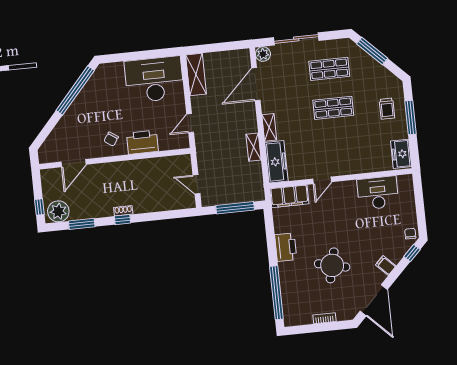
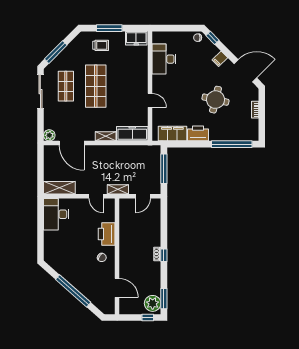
sliding door: (296, 39) -> (40, 92), moved
desk: (154, 79) -> (56, 214), width x0.73, depth x0.77
window: (75, 90) -> (73, 291), moved
shop shelf: (333, 108) -> (96, 86), width x1.43, depth x1.36
shelving: (254, 147) -> (118, 189), moved
filing cabinet: (289, 196) -> (172, 134), moved, turned -90
window: (82, 224) -> (164, 299), moved

